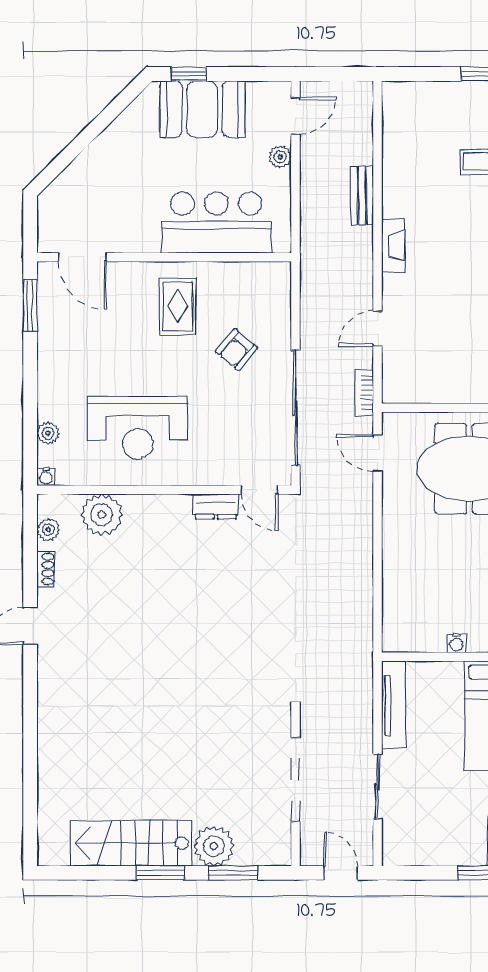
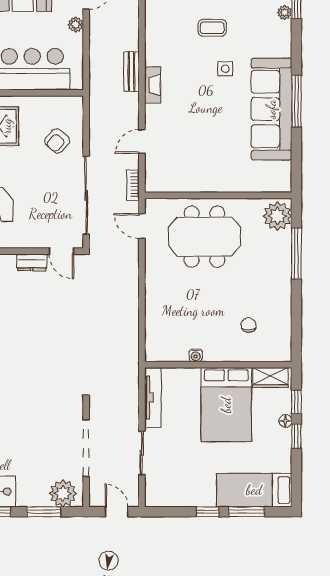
bench: (362, 195) -> (132, 72), moved
armchair: (237, 350) -> (57, 141), moved
plant: (214, 846) -> (63, 493), moved

